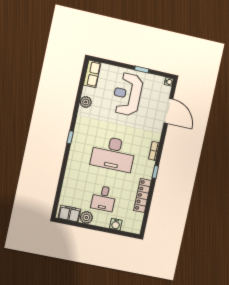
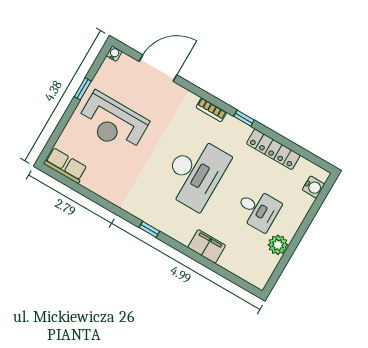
plant: (86, 102) -> (104, 189), removed
filing cabinet: (69, 214) -> (207, 246), moved, turned 90
water cooler: (116, 224) -> (313, 187), moved

